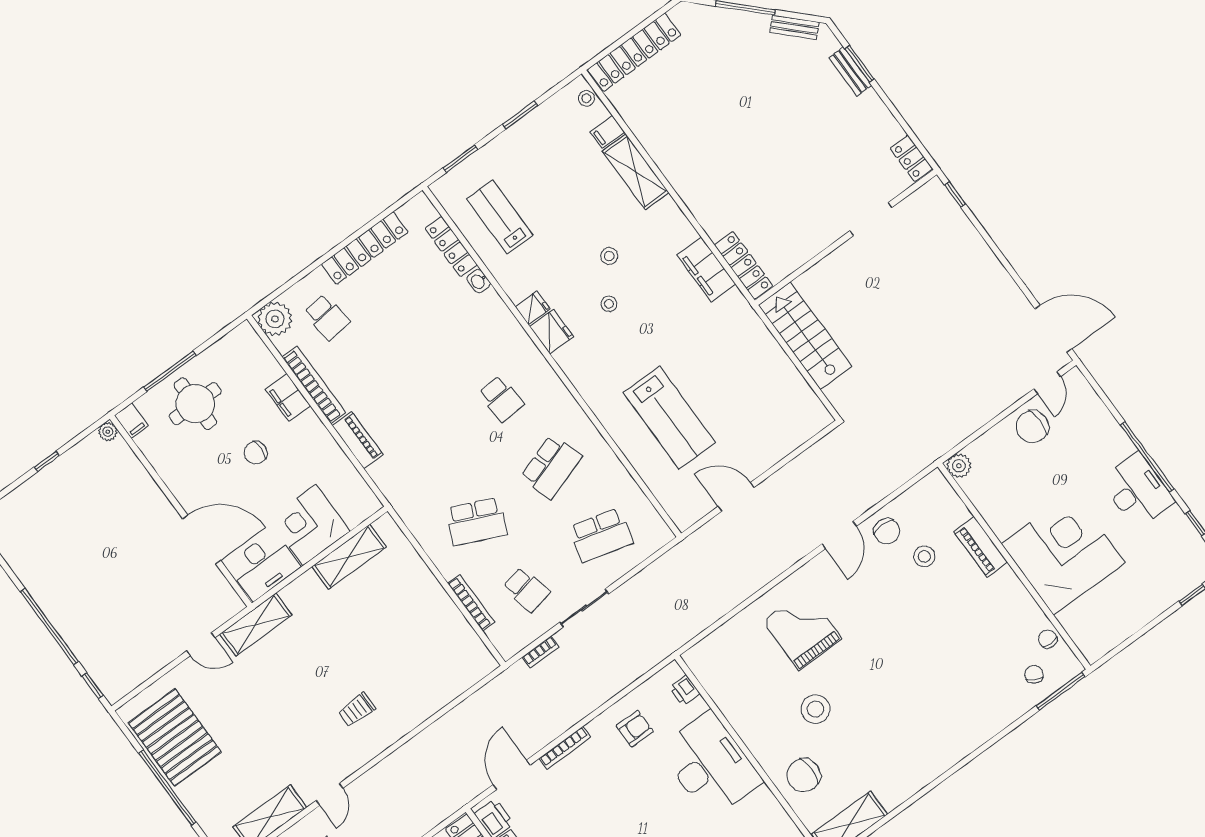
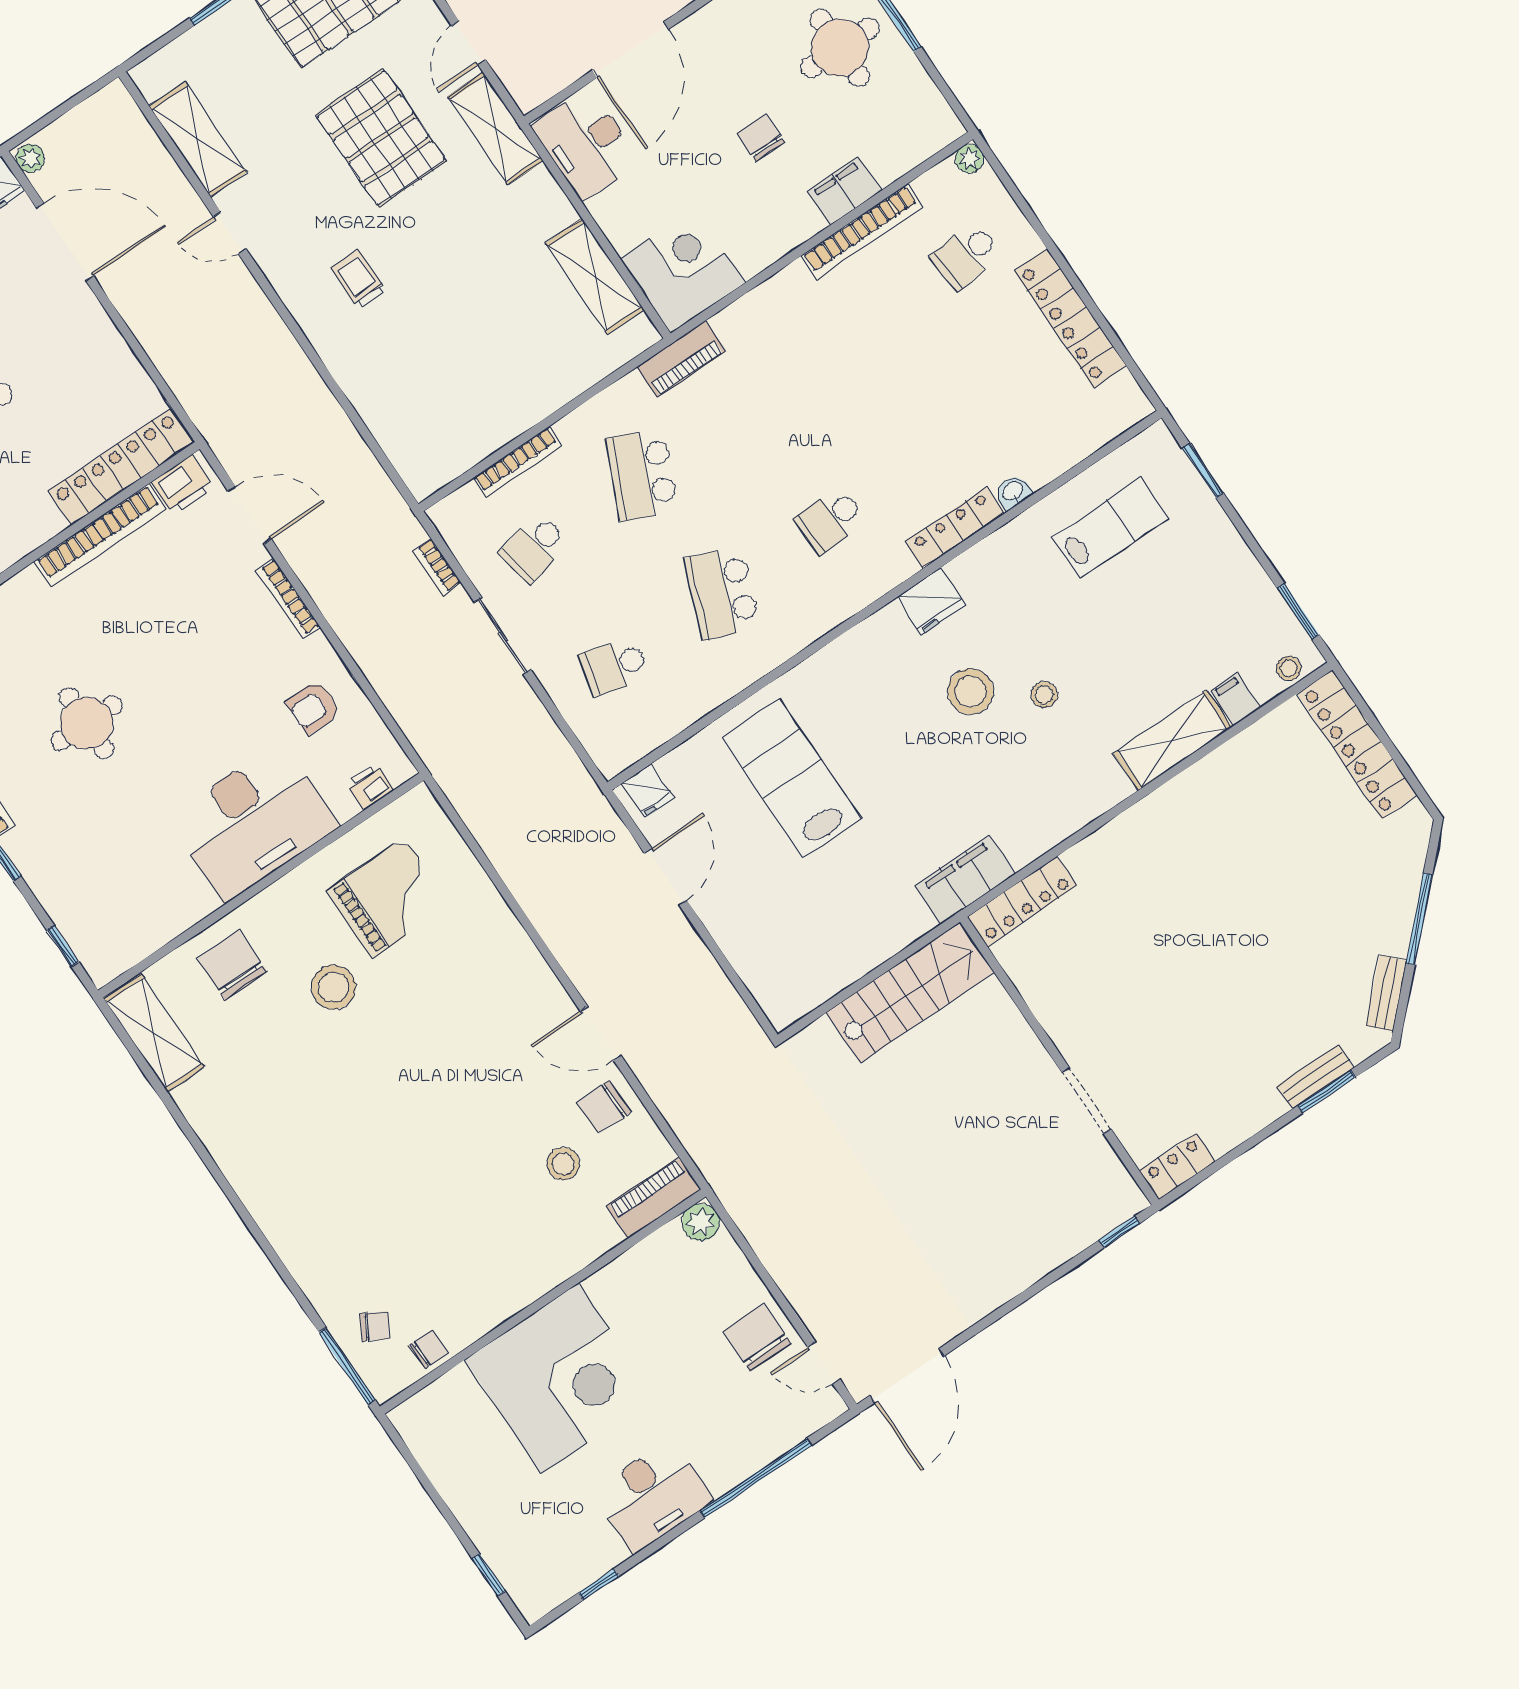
window: (520, 115) -> (1298, 611), moved
locker: (451, 247) -> (955, 528), moved
filing cabinet: (706, 269) -> (965, 880), moved
stool: (609, 304) -> (970, 691), width x1.89, depth x1.89
fridge: (533, 308) -> (648, 791), moved
plant: (275, 319) -> (969, 159), width x0.53, depth x0.53
lab bench: (669, 418) -> (791, 778), turned 90
piano: (357, 440) -> (681, 359), moved
window: (1147, 457) -> (756, 1478), moved
school desk: (551, 467) -> (722, 593), turned 39
corner desk: (309, 525) -> (683, 271), moved
school desk: (601, 535) -> (614, 666), width x0.54
piano: (981, 547) -> (653, 1198), moved
grand piano: (802, 630) -> (388, 898), moved
pallet: (265, 699) -> (381, 138), added
armchair: (635, 729) -> (314, 707), turned 90

